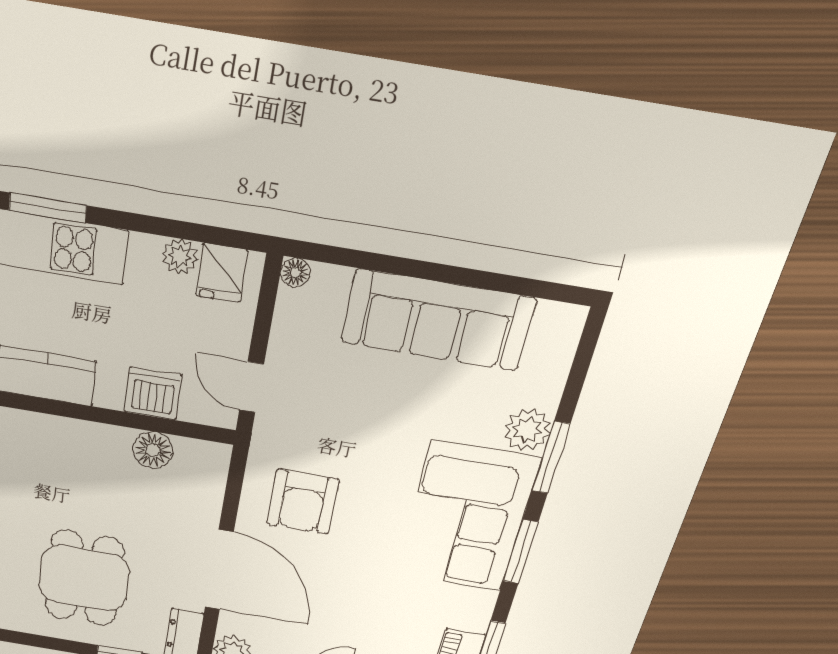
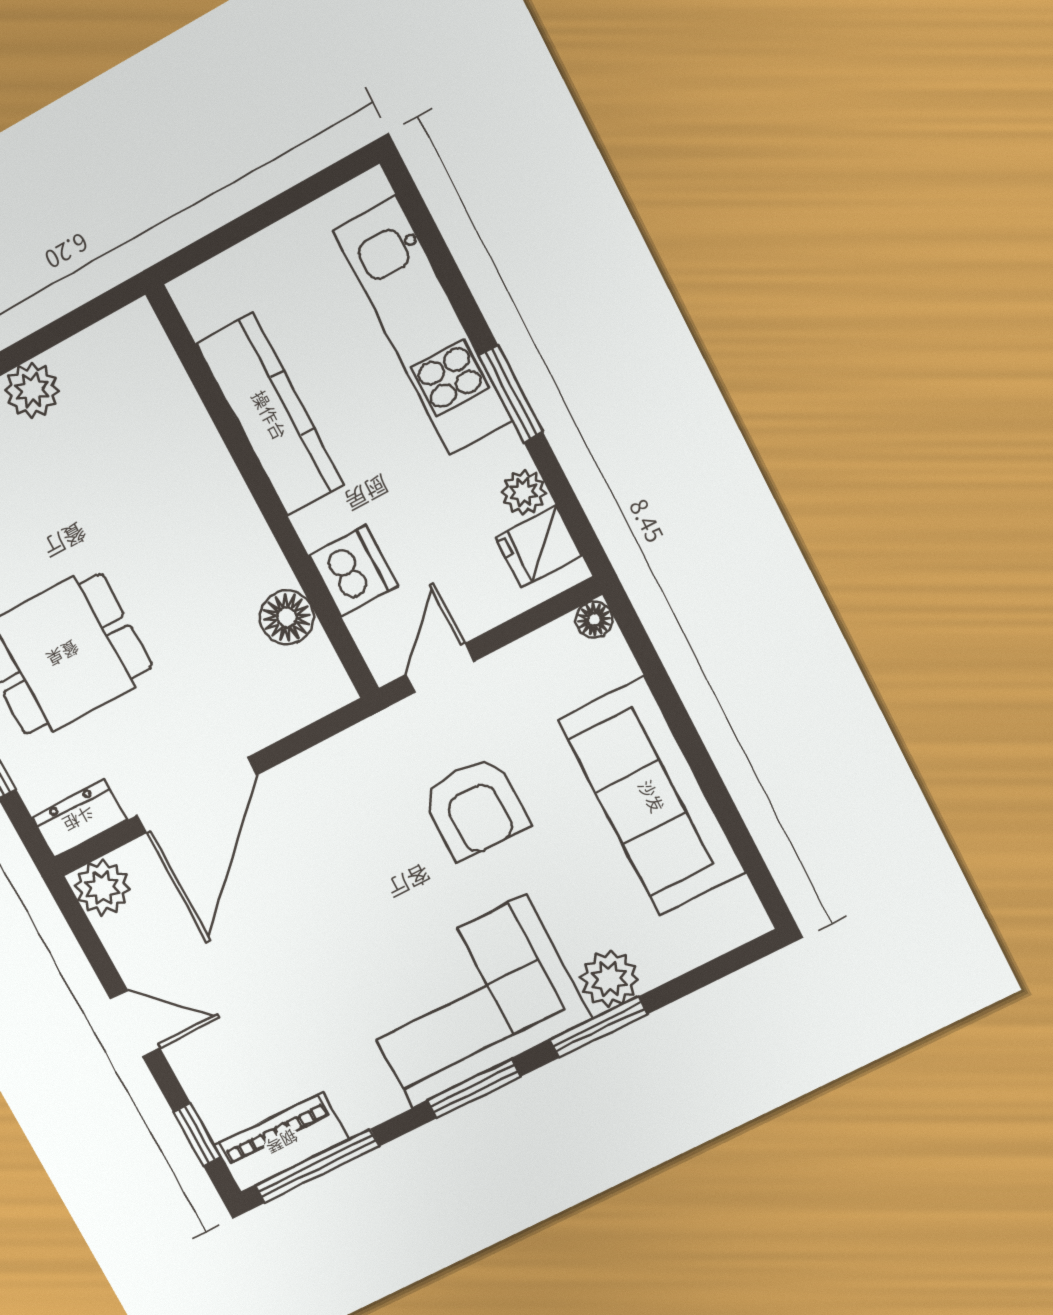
window: (48, 208) -> (511, 394), moved
armchair: (303, 502) -> (475, 808), moved, turned -90

